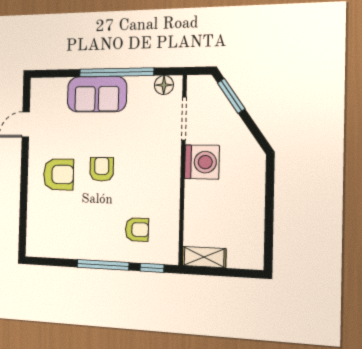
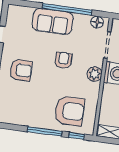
plant: (169, 167) -> (95, 74), added
armchair: (102, 169) -> (63, 60), moved
armchair: (137, 230) -> (69, 111), width x1.88, depth x1.88

